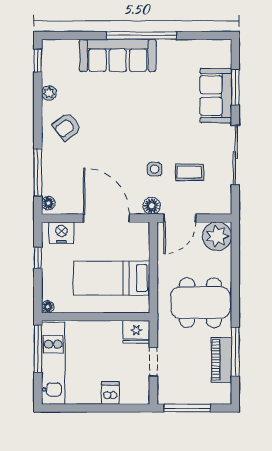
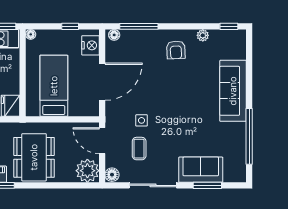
window: (142, 36) -> (249, 136), moved
armchair: (67, 126) -> (176, 50), turned -146
floor lamp: (152, 206) -> (112, 175), moved

